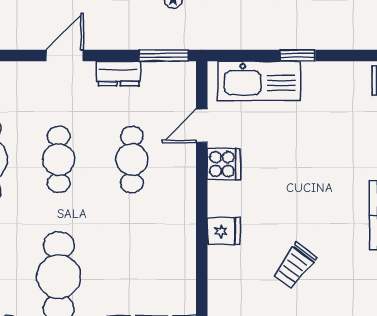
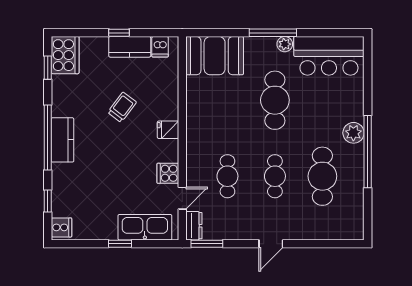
dresser: (118, 74) -> (194, 226), moved, turned 90

